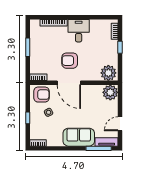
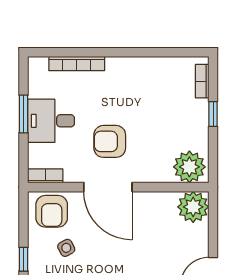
desk: (79, 31) -> (51, 121), moved, turned -90
armchair: (41, 95) -> (52, 211), turned 90

